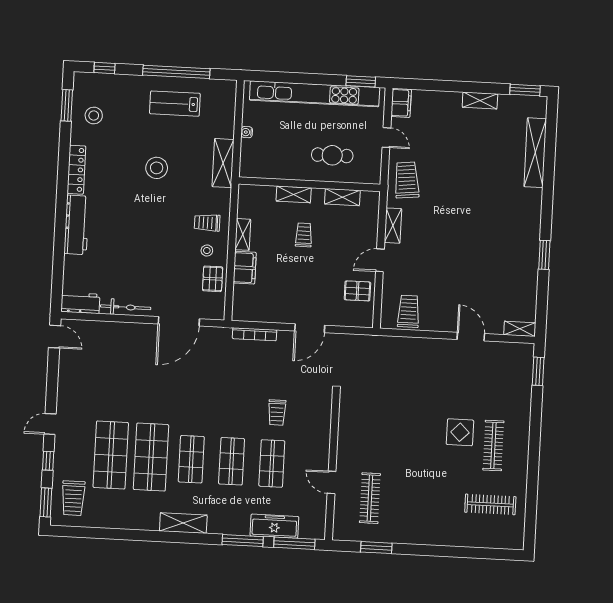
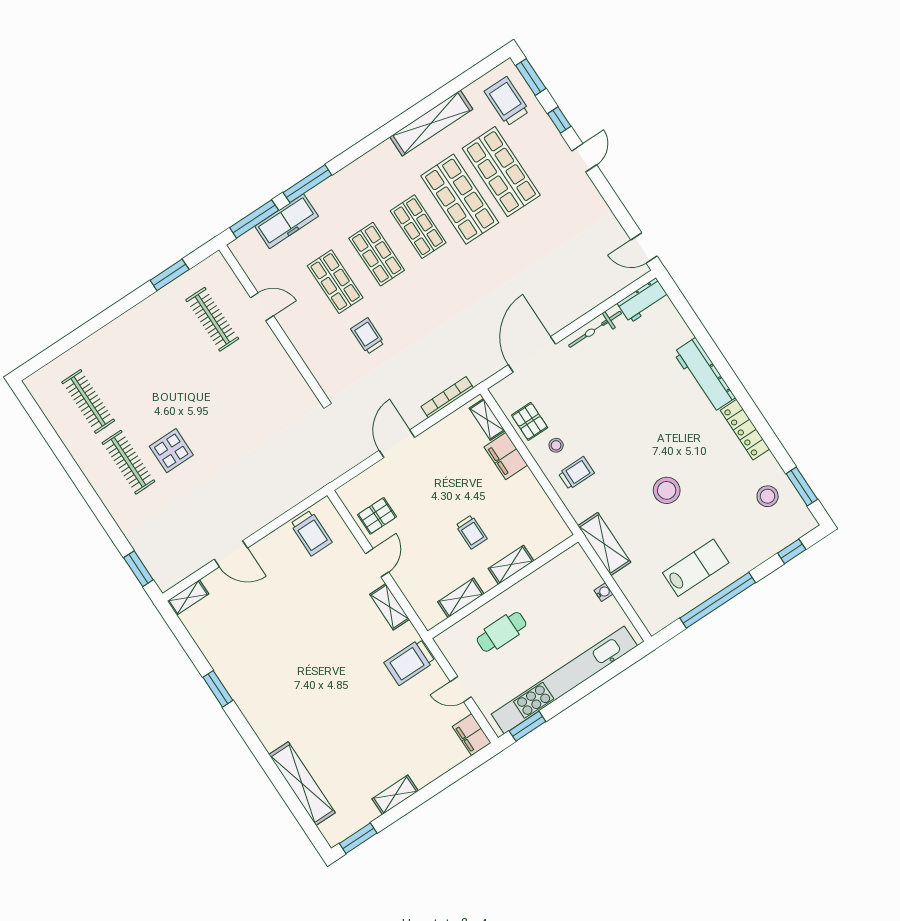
trolley: (407, 180) -> (409, 662), turned 96
shelving: (243, 234) -> (487, 419), moved
clothes rail: (490, 504) -> (88, 401), turned 90
shelving: (183, 523) -> (431, 123), moved, width x1.47

